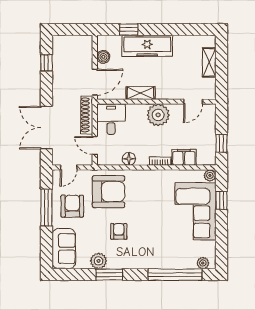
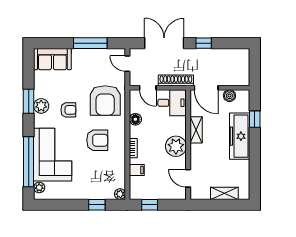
window: (46, 63) -> (204, 43), moved
door: (95, 145) -> (148, 88), swing flipped
filing cabinet: (184, 157) -> (137, 170), width x0.50
armchair: (72, 206) -> (97, 140), moved
corner sofa: (195, 211) -> (53, 155), moved, turned 90
plant: (99, 261) -> (41, 106), moved

